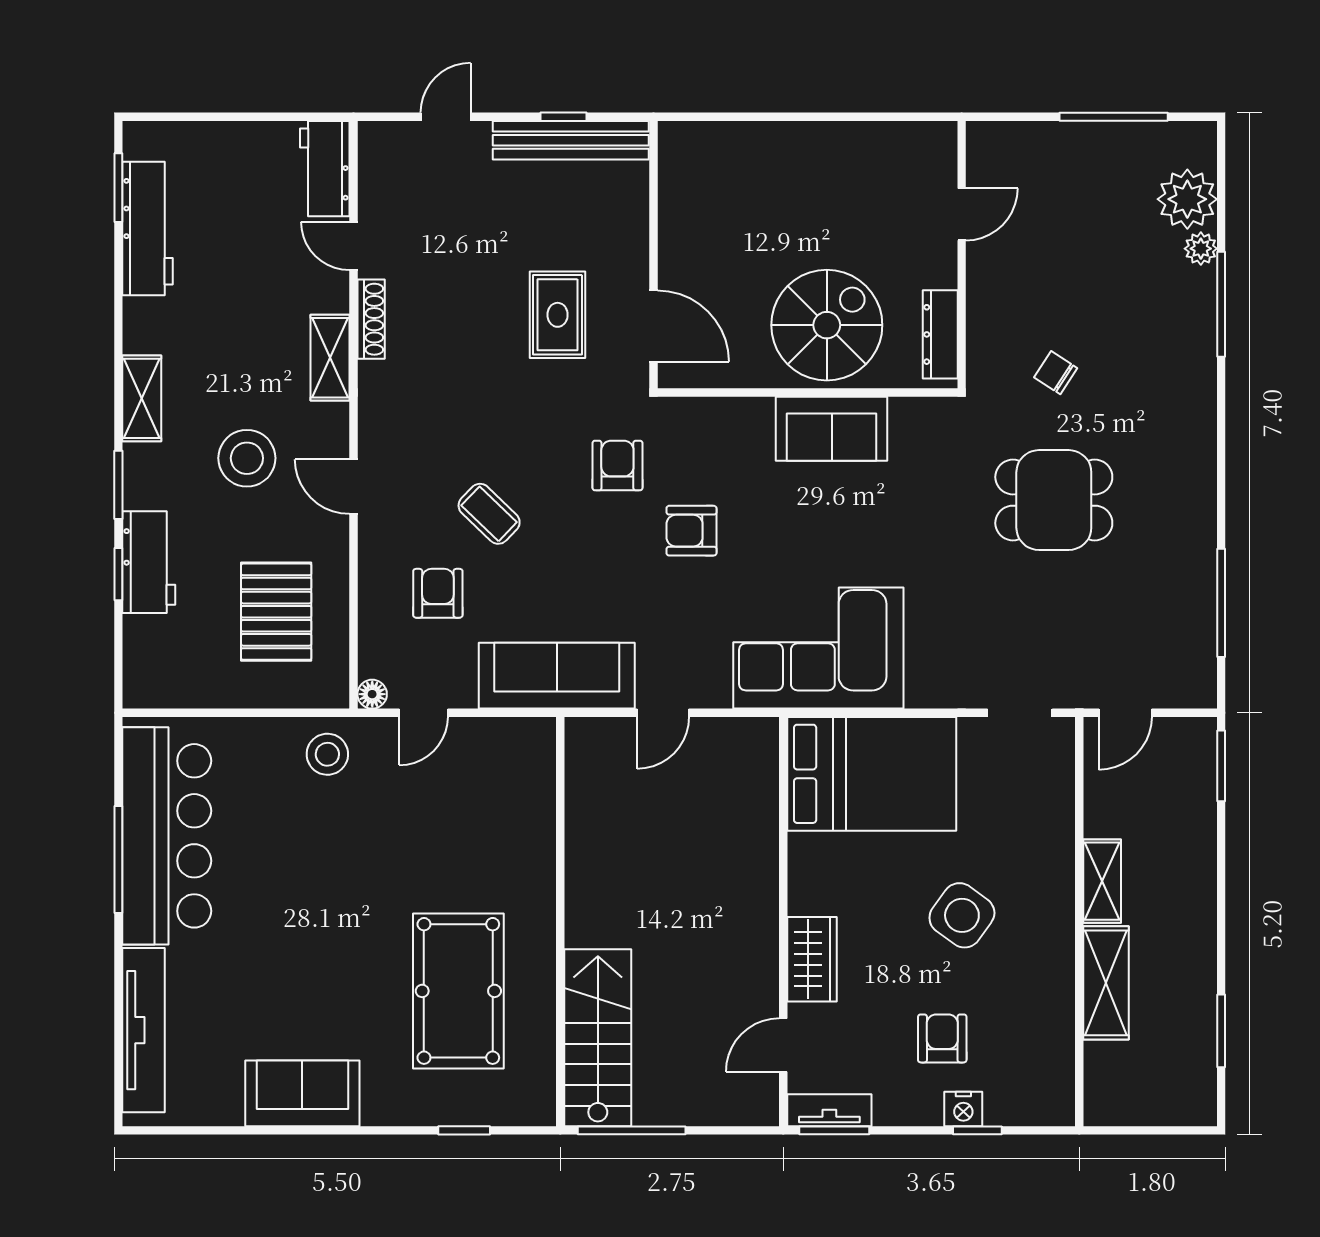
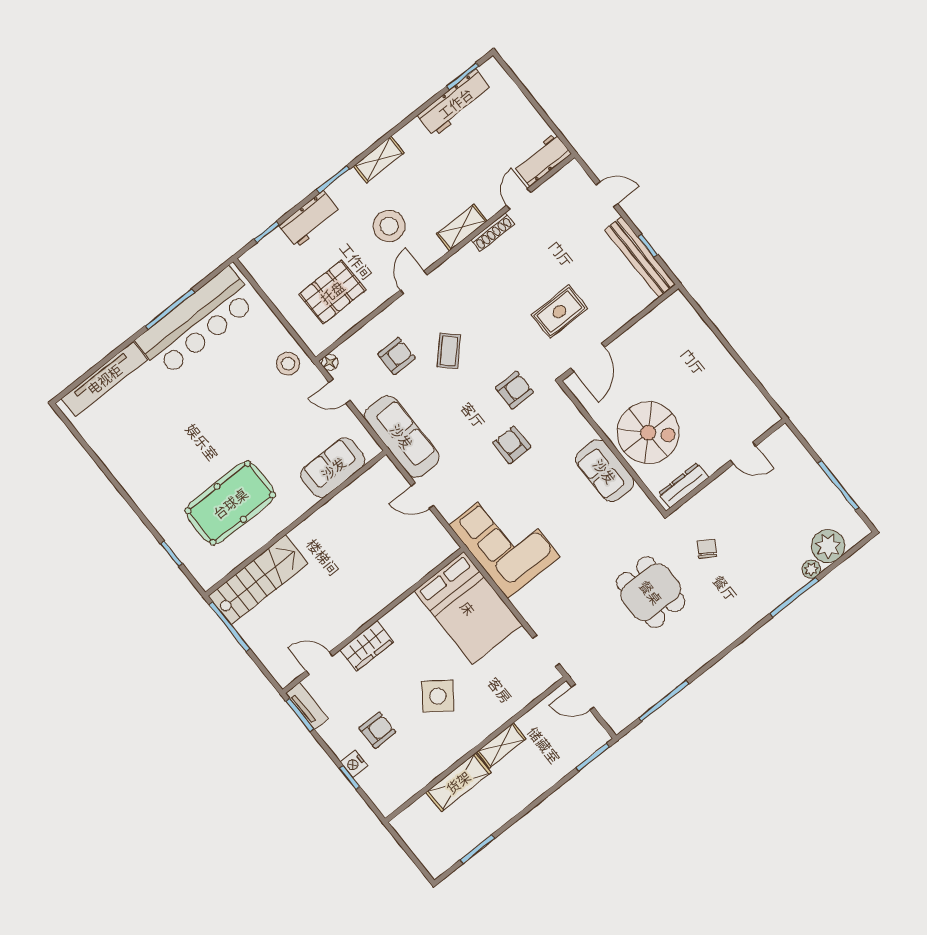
window: (118, 574) -> (267, 232), moved
sofa: (302, 1093) -> (333, 468), moved, turned -90

